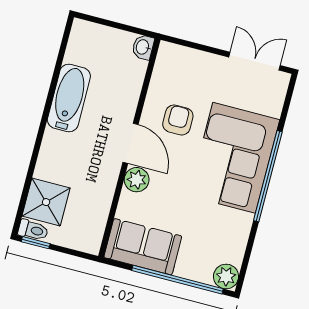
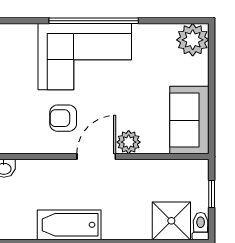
window: (36, 243) -> (212, 194), moved
plant: (226, 277) -> (193, 40), width x1.36, depth x1.36
window: (177, 280) -> (212, 80), removed

